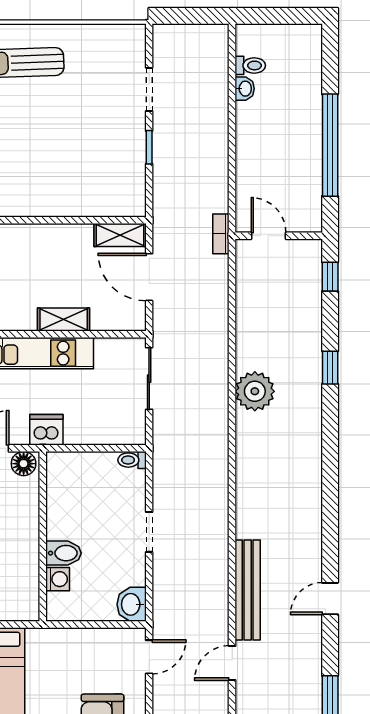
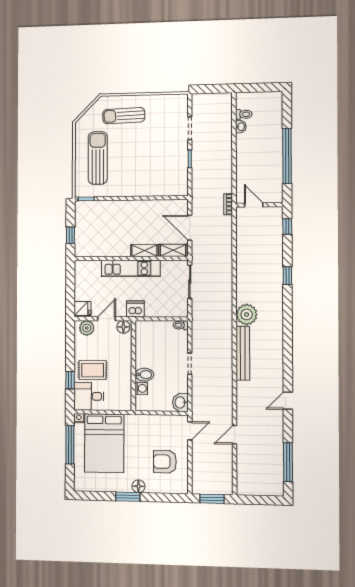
shelving: (120, 235) -> (173, 250), moved
plant: (255, 391) -> (247, 314), moved
bench: (248, 590) -> (243, 353), moved

